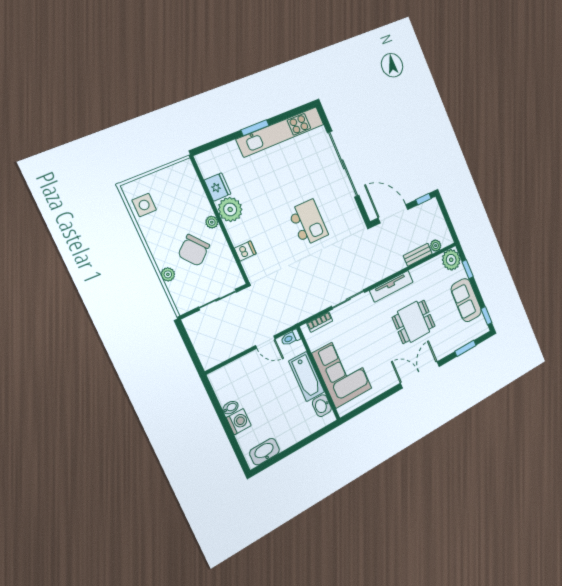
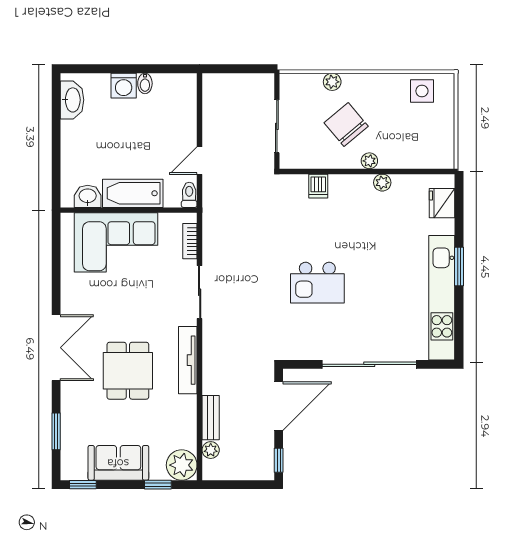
fridge: (217, 187) -> (442, 203), moved, turned 90
plant: (230, 209) -> (382, 183), width x0.53, depth x0.53

